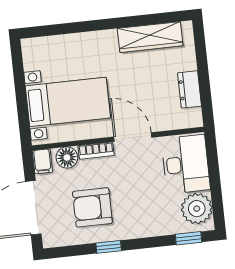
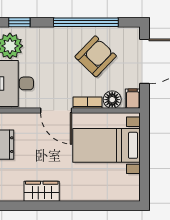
wardrobe: (150, 37) -> (42, 191), width x0.67
armchair: (92, 207) -> (96, 56), turned -46
window: (109, 247) -> (86, 22), width x3.17

